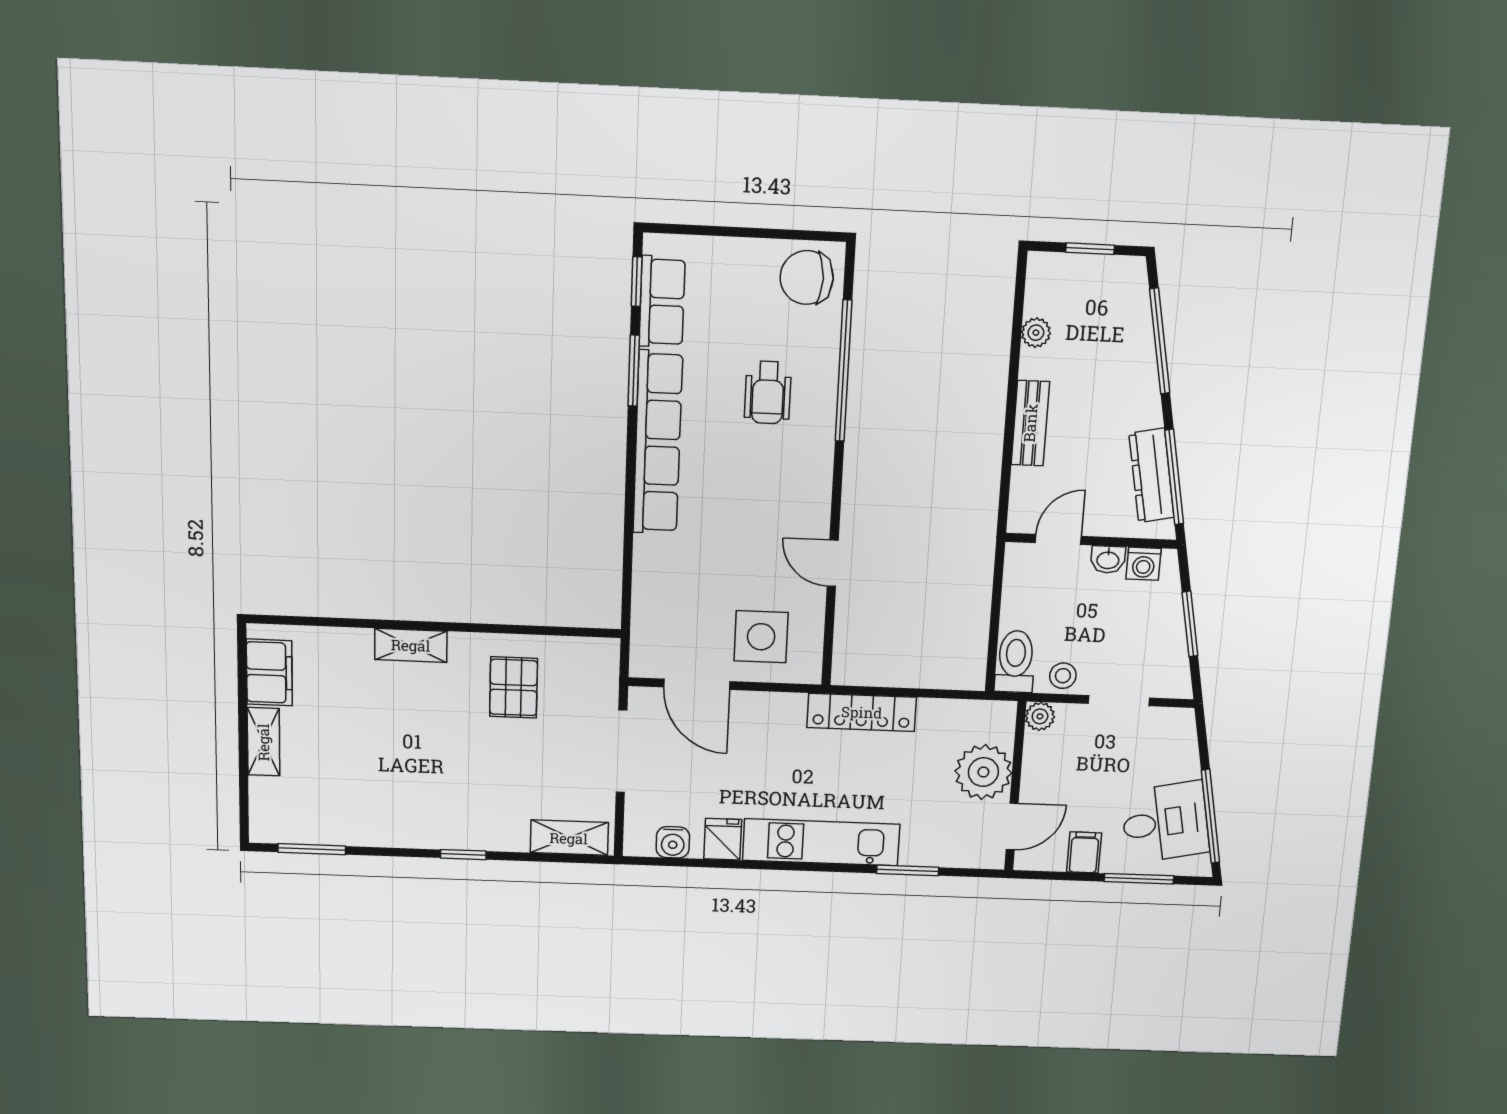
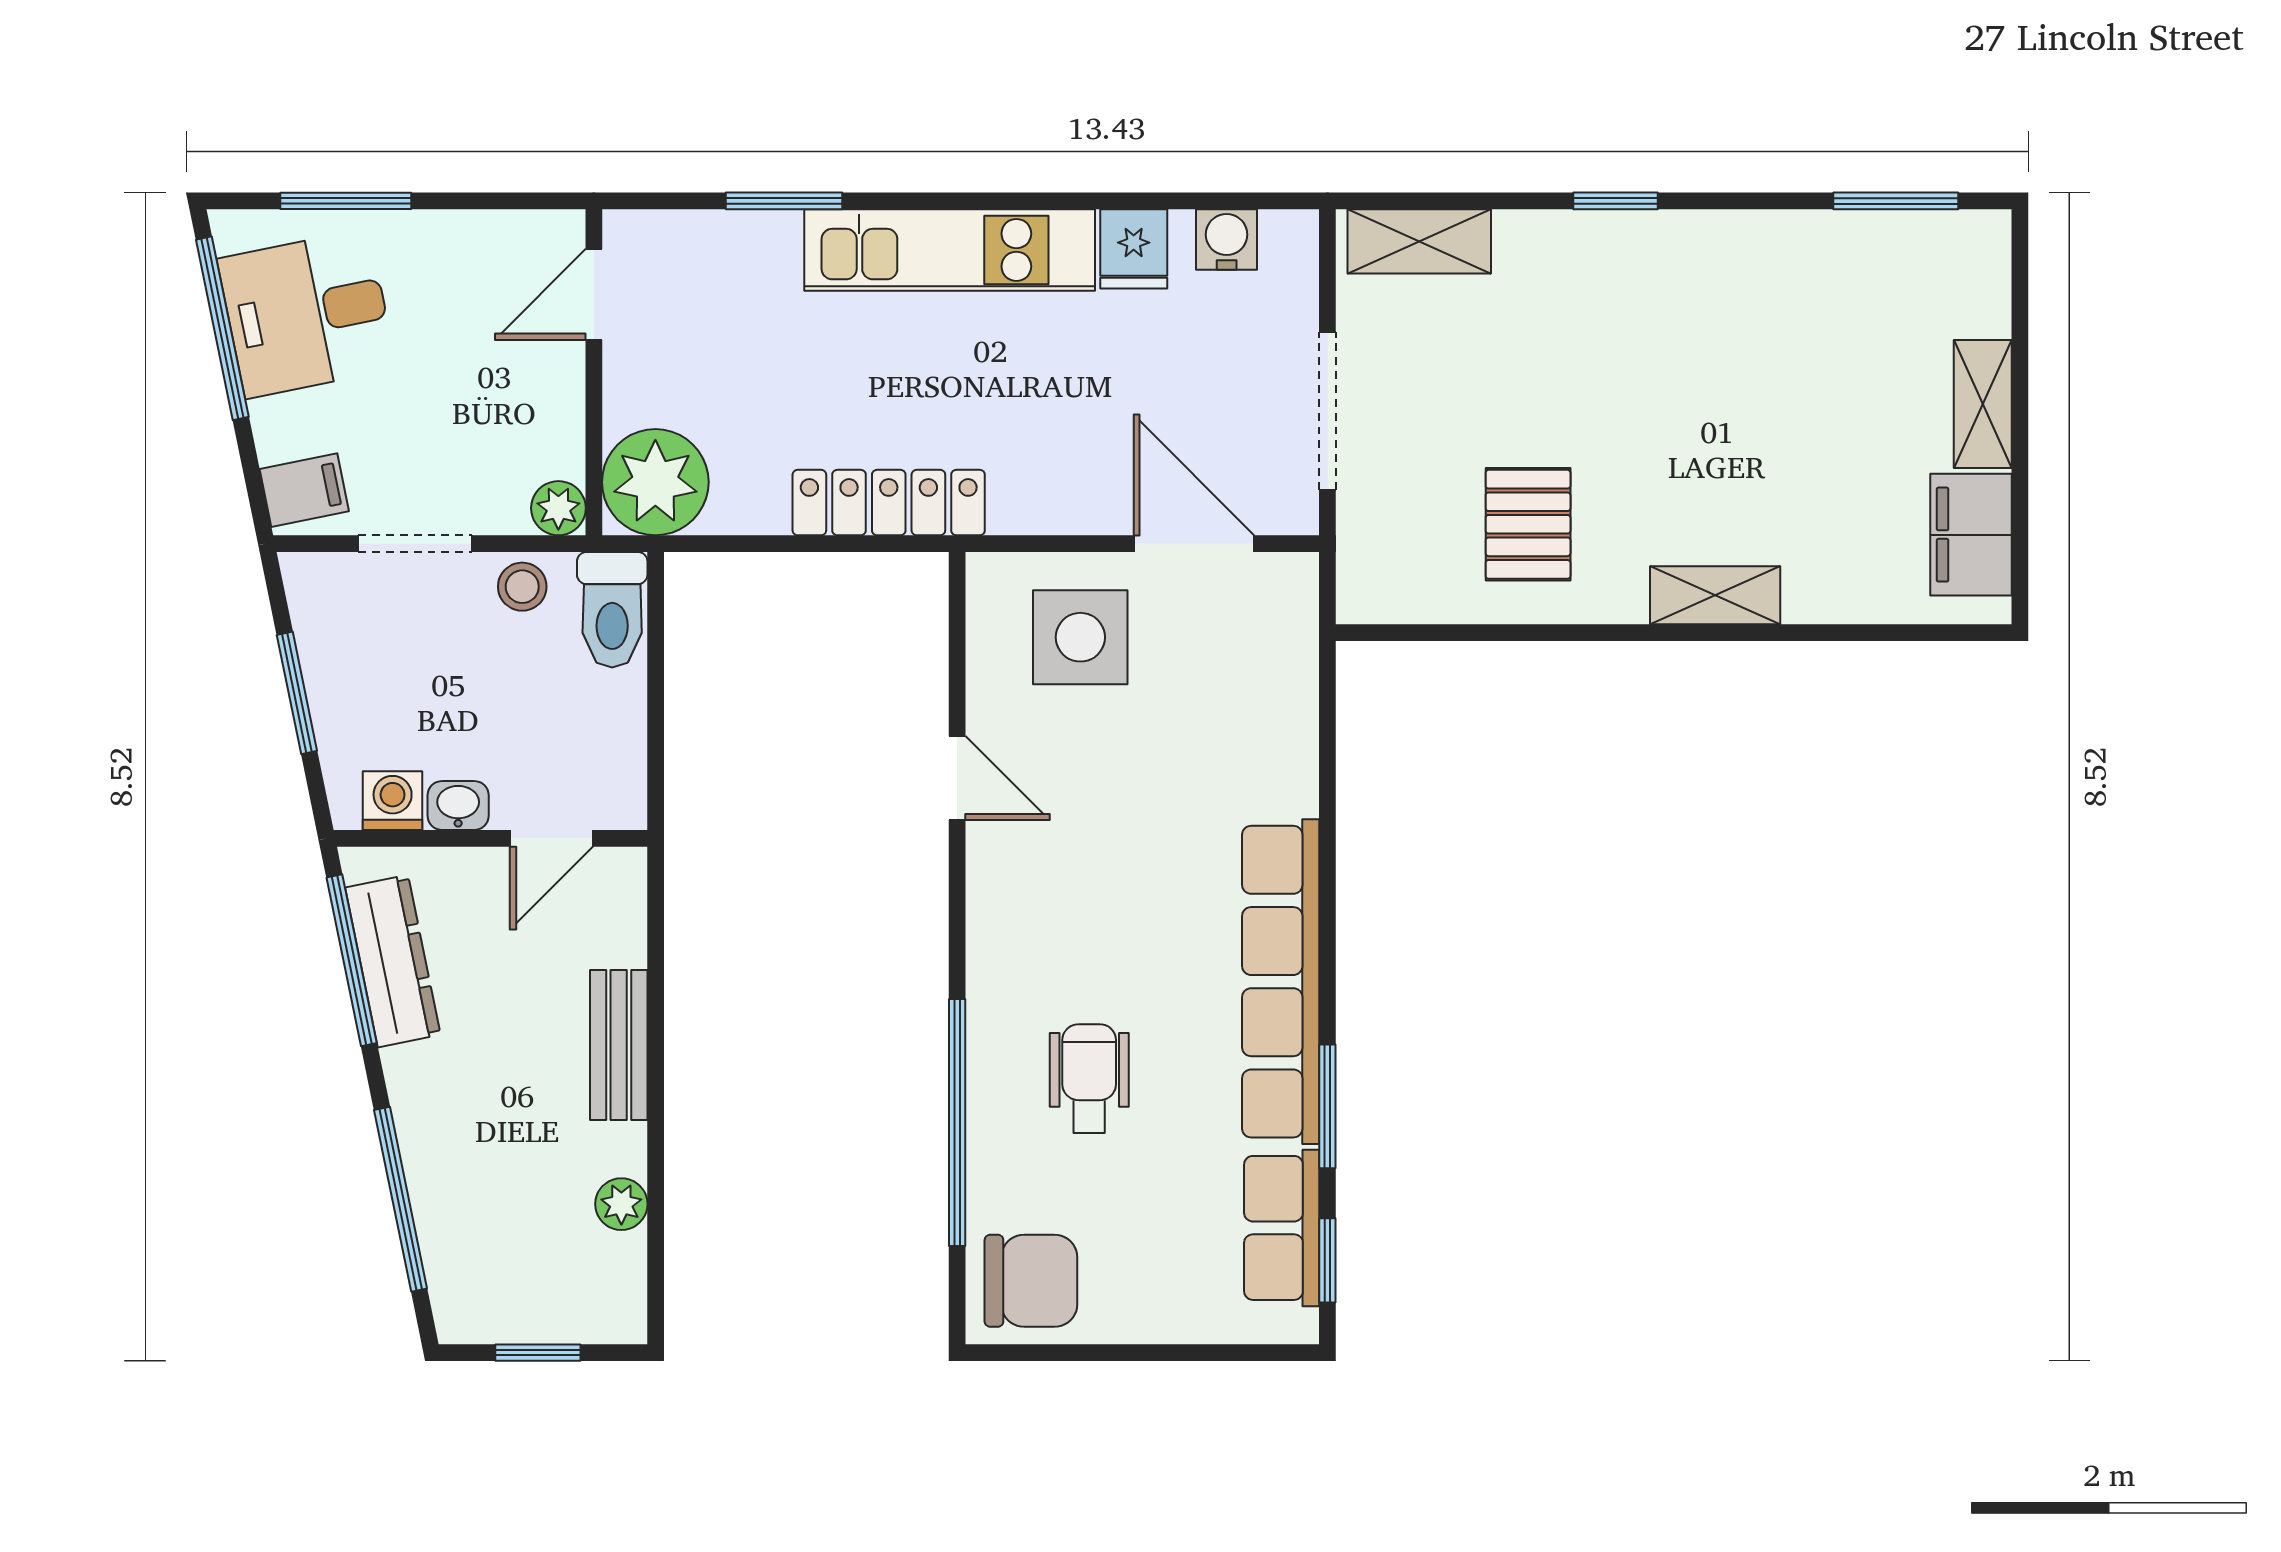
plant: (983, 772) -> (655, 482), moved
filing cabinet: (1084, 852) -> (304, 490), moved, turned -102

